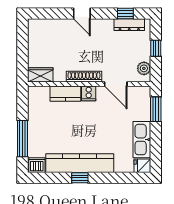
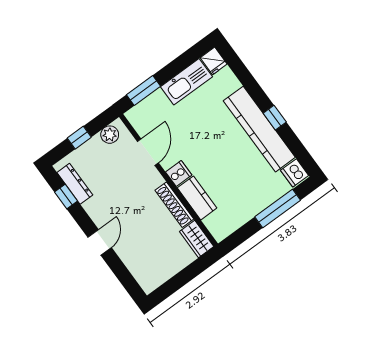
shoe rack: (84, 77) -> (174, 205), moved

